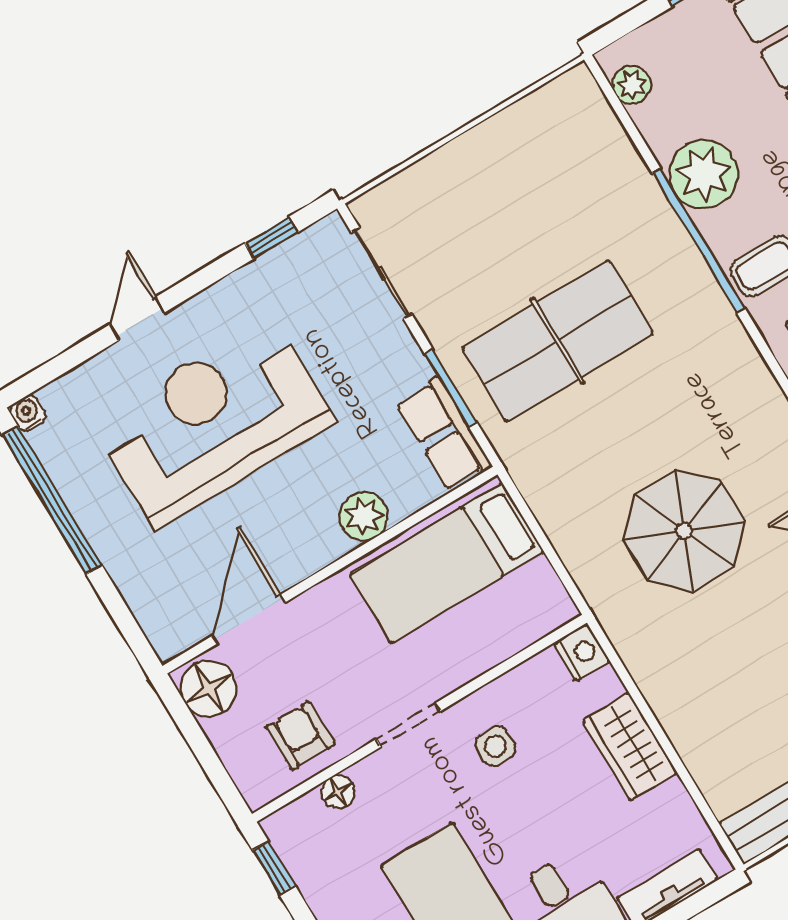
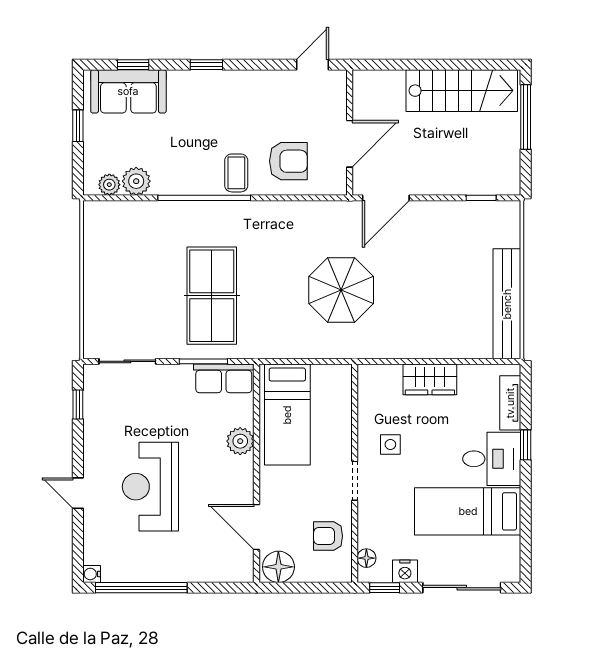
plant: (704, 174) -> (136, 181), moved, width x0.73, depth x0.73
reception desk: (213, 422) -> (150, 487), width x0.74, depth x0.77
nightstand: (582, 653) -> (405, 571), moved, turned 180
floor lamp: (338, 792) -> (366, 558), moved

